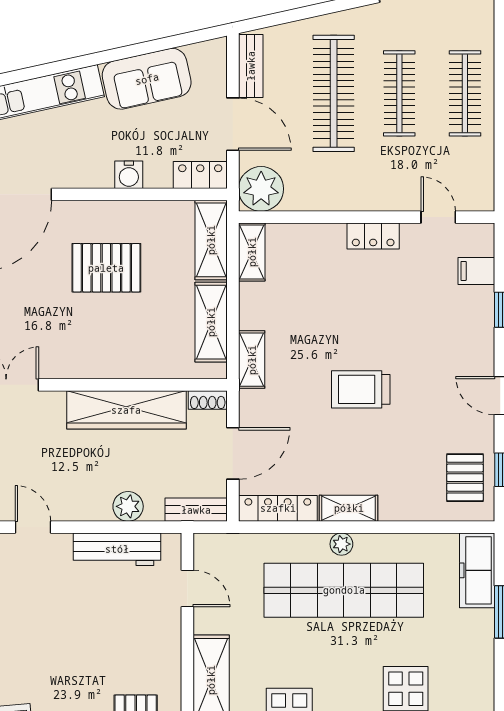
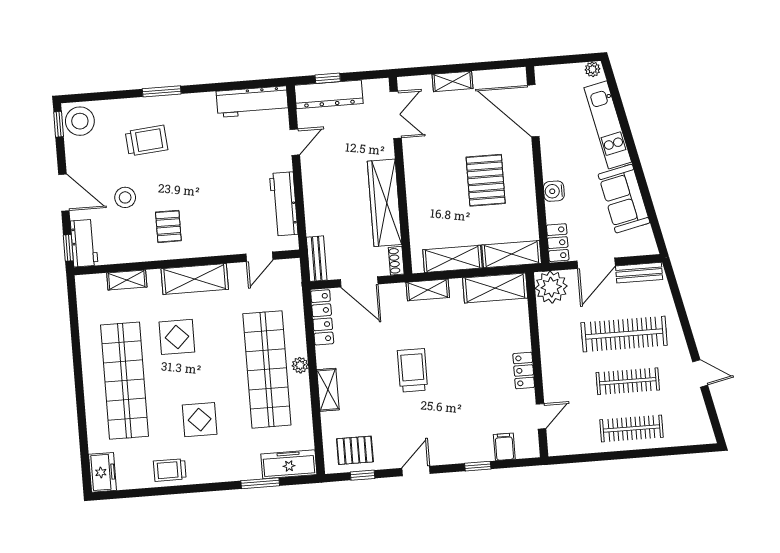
shelving: (252, 252) -> (495, 288), width x1.50, depth x1.33
plant: (128, 506) -> (315, 209), removed
shelving: (349, 508) -> (328, 390), moved

